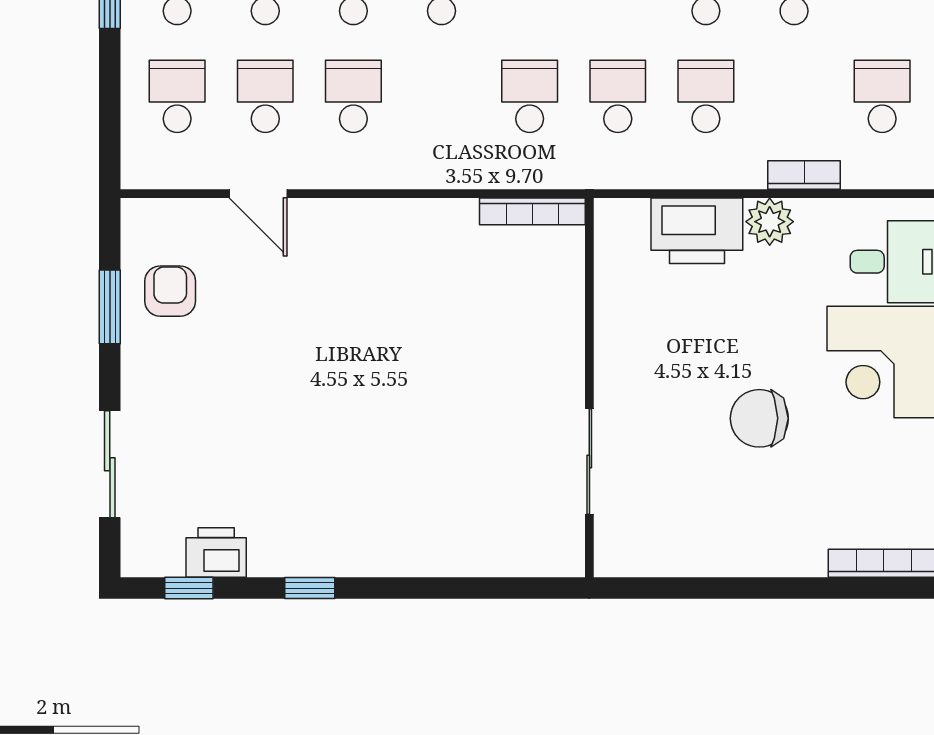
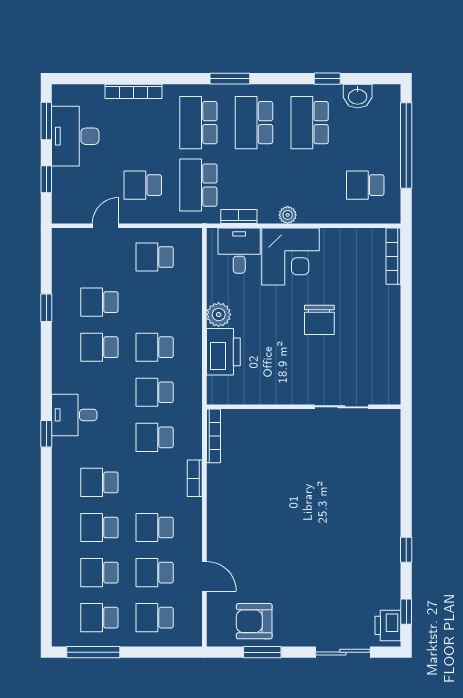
bookcase: (804, 175) -> (195, 478), moved
door: (258, 194) -> (204, 576), hinge flipped
armchair: (170, 291) -> (254, 621), width x1.38, depth x1.38
printer: (216, 553) -> (388, 625), moved

